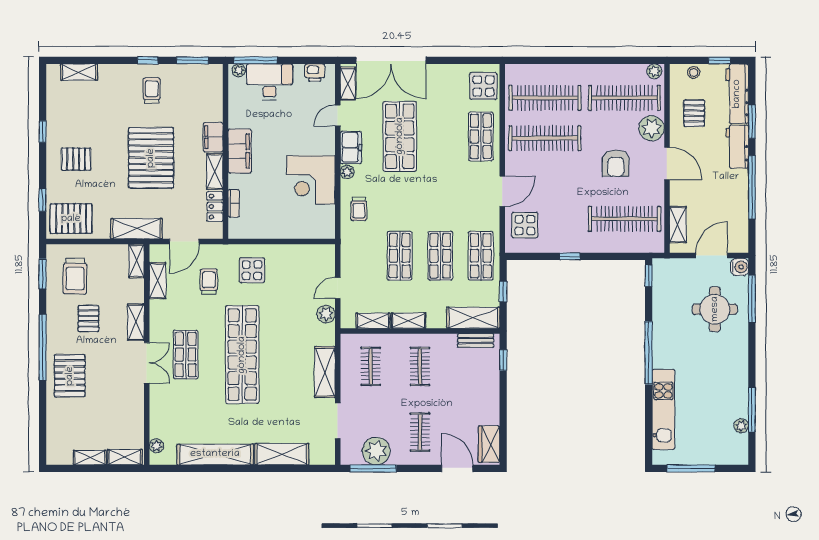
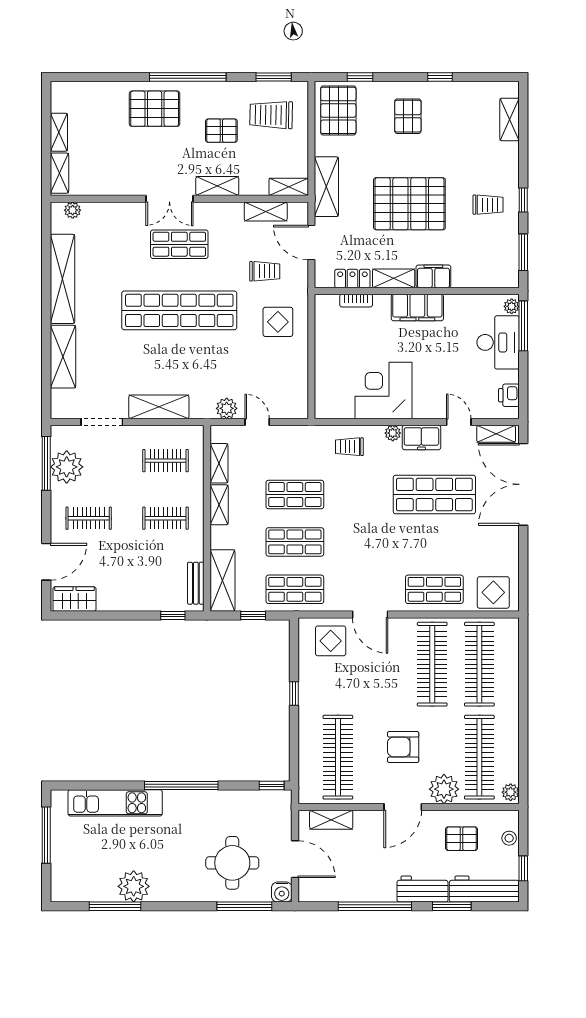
plant: (741, 426) -> (134, 886), moved, width x1.88, depth x1.88

